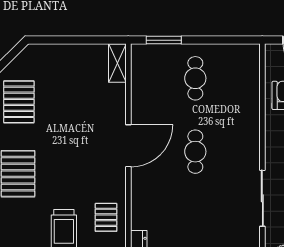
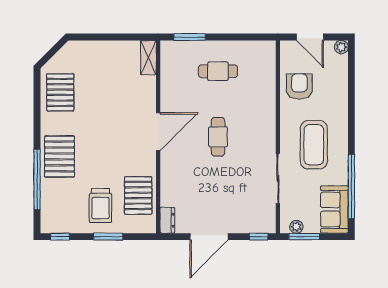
cafe table: (195, 78) -> (218, 71), turned 90
pallet: (106, 217) -> (138, 195), width x1.50, depth x1.42

